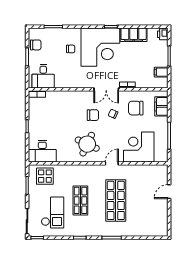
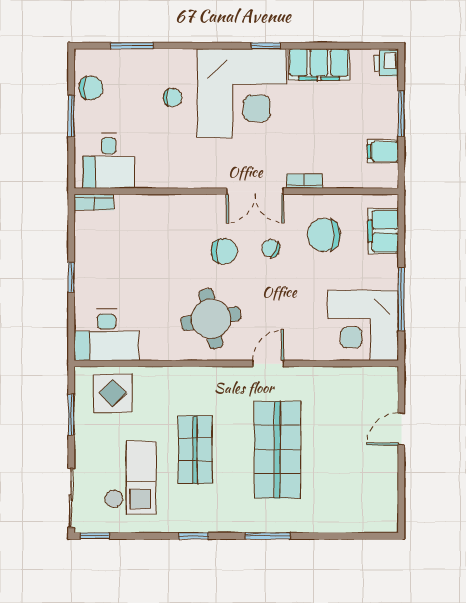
round table: (87, 144) -> (211, 319), turned -36
corner desk: (139, 147) -> (363, 325), moved, turned -90

